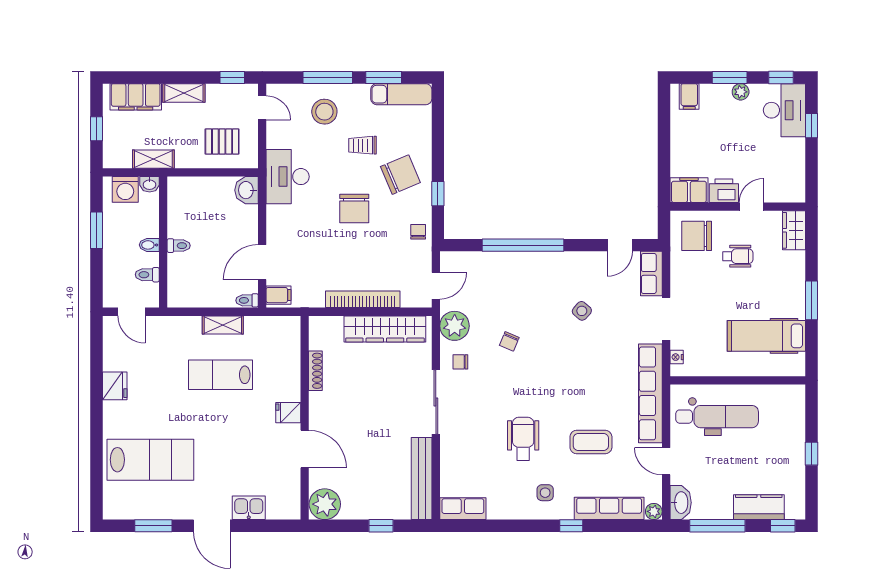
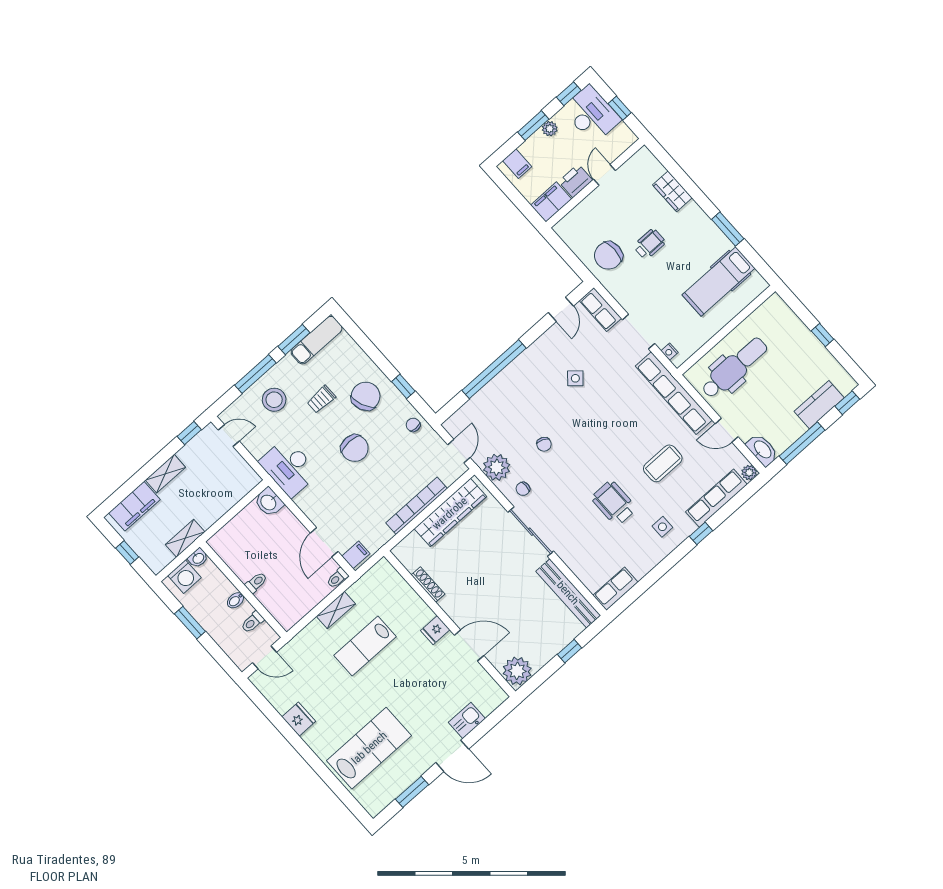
pallet: (222, 142) -> (222, 484), removed
filing cabinet: (689, 190) -> (551, 202), moved
printer: (724, 191) -> (576, 181), moved
wall: (738, 207) -> (595, 183), moved
door: (751, 207) -> (605, 175), moved

